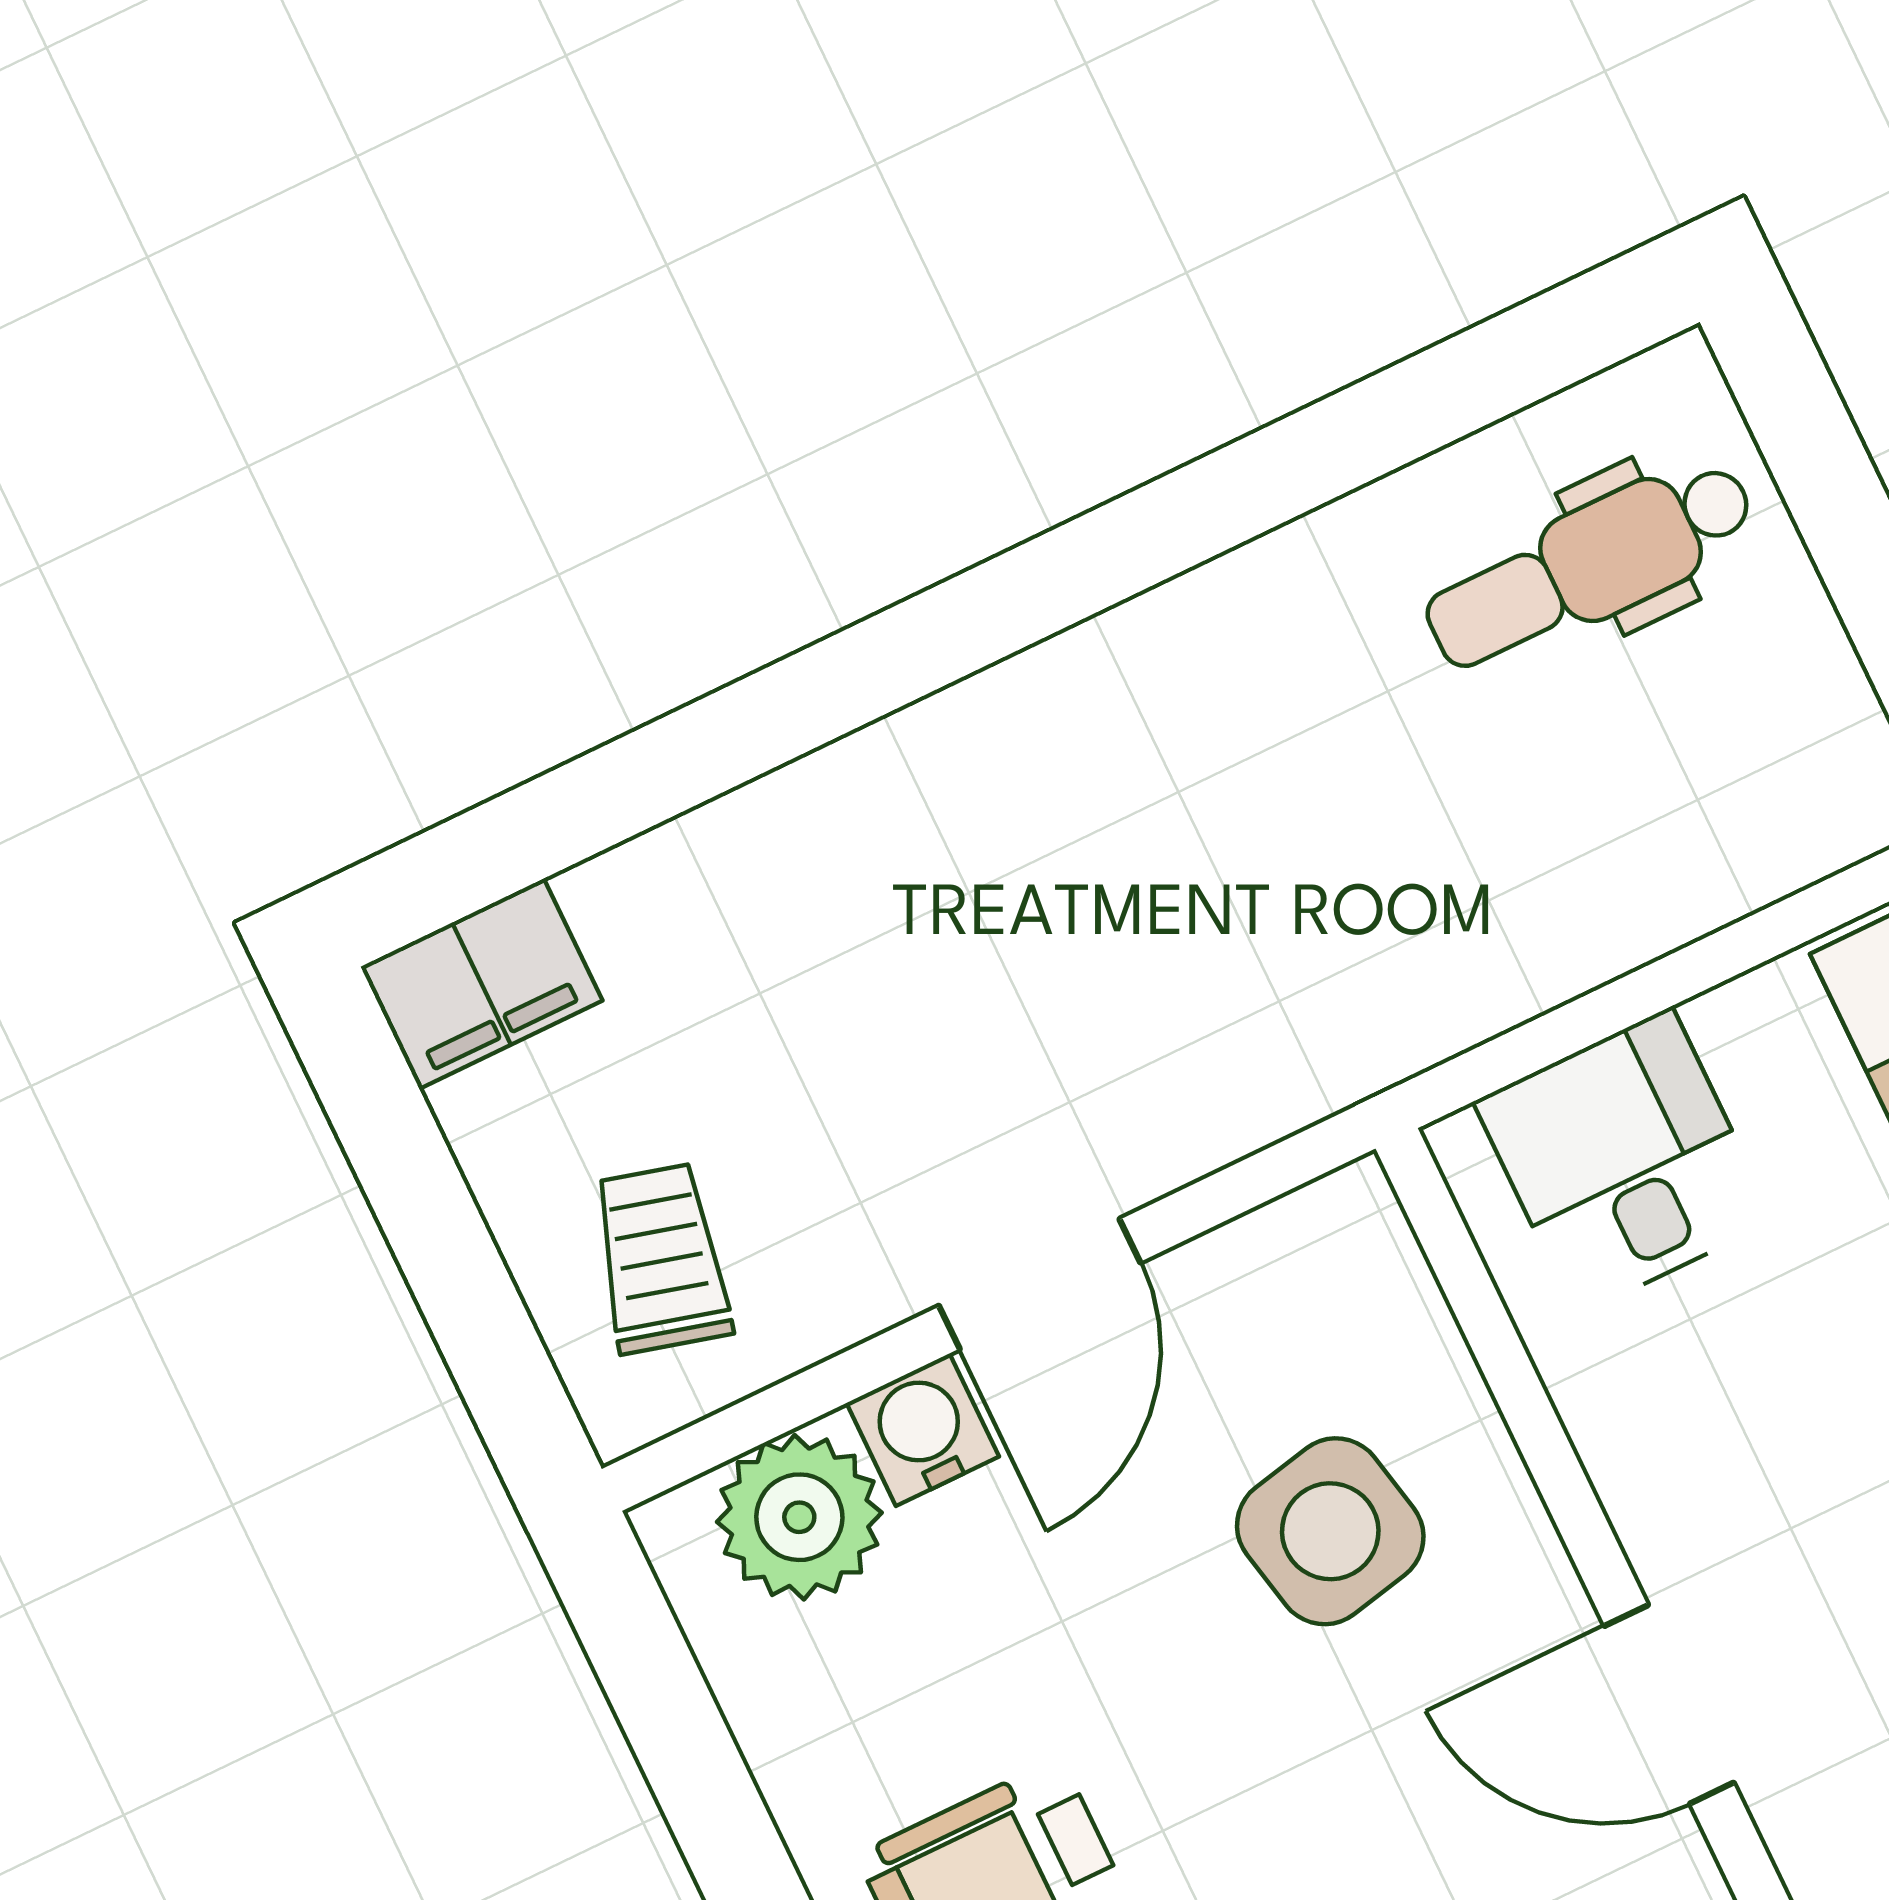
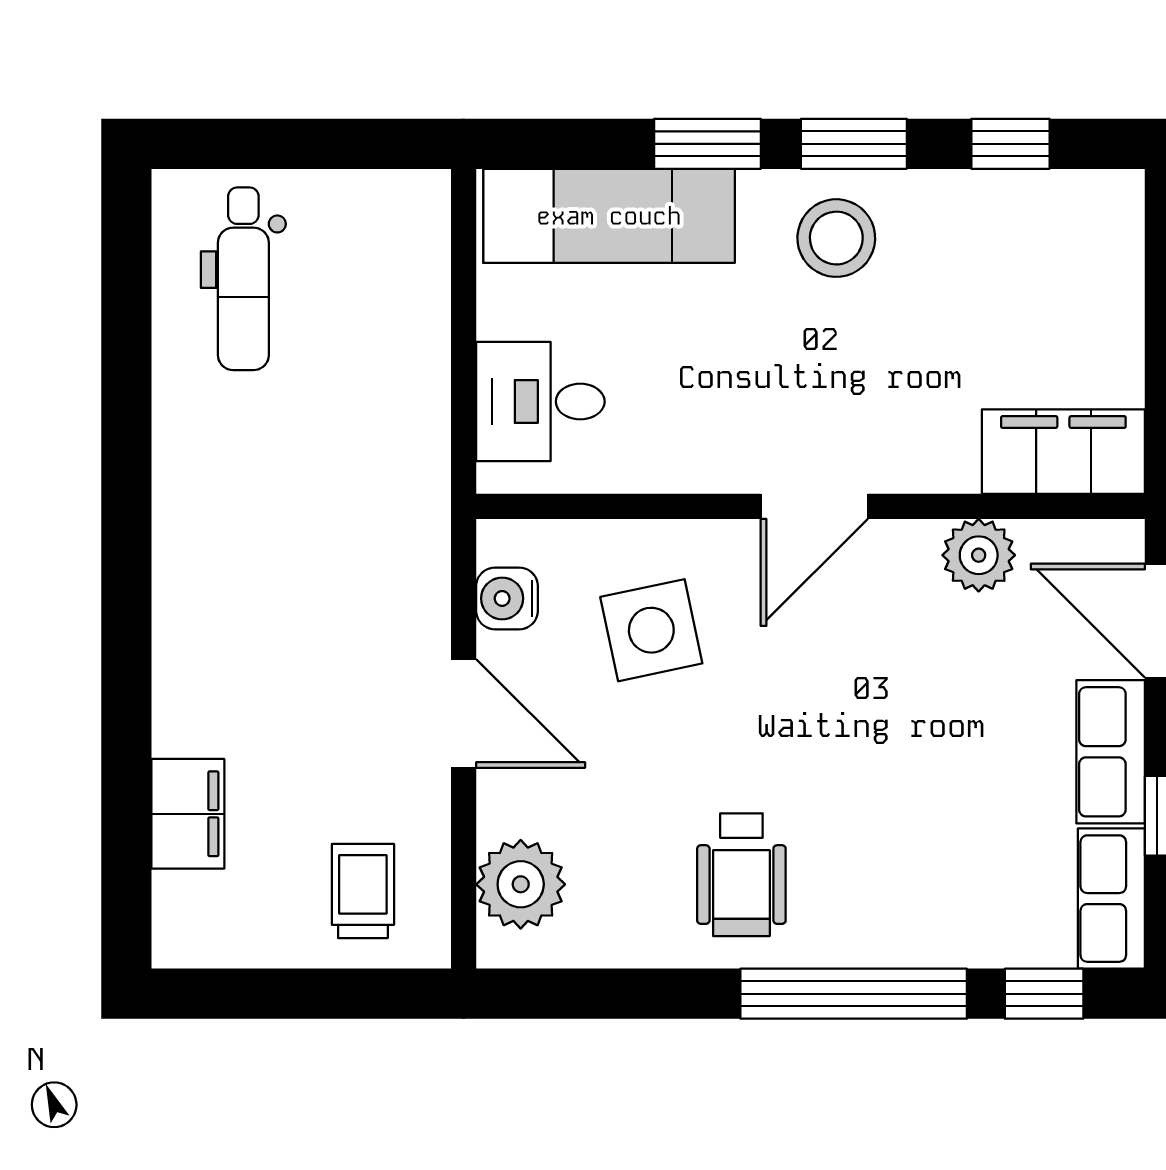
filing cabinet: (481, 984) -> (188, 814), moved
trolley: (661, 1258) -> (363, 891), turned 75
water cooler: (923, 1430) -> (507, 598), moved

